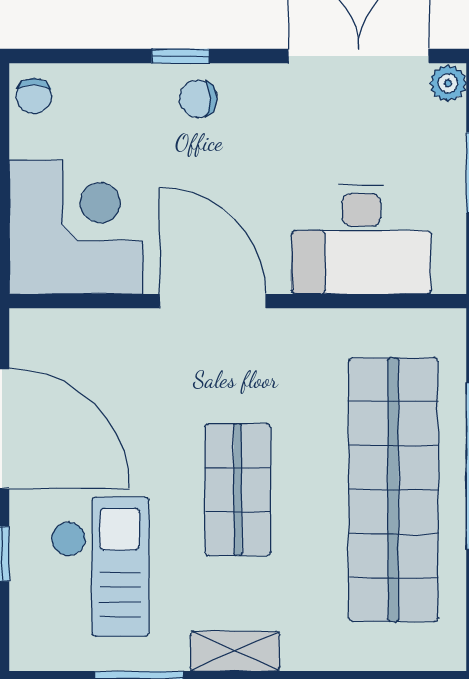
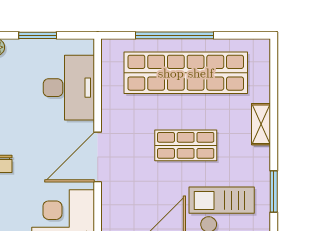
shelving: (235, 651) -> (261, 124), moved

